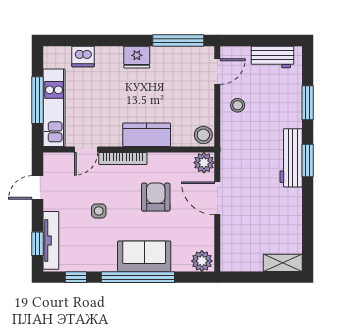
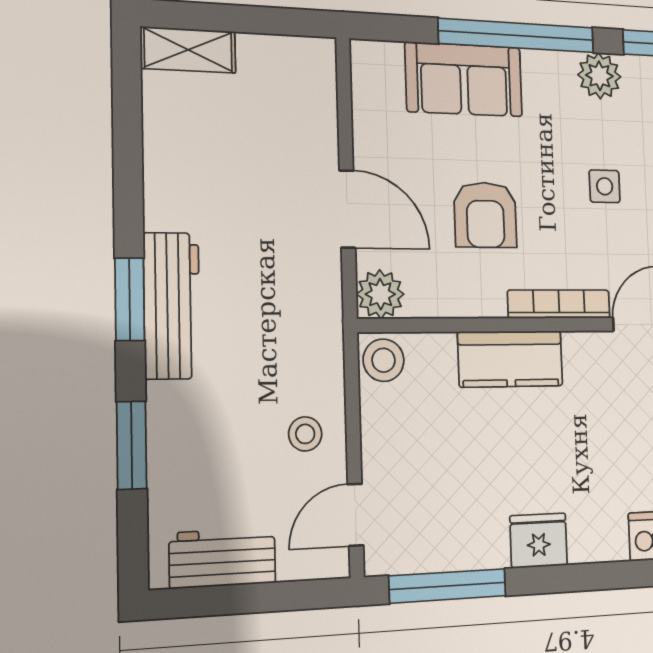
sofa: (144, 256) -> (464, 79), moved
plant: (202, 261) -> (599, 76), moved

